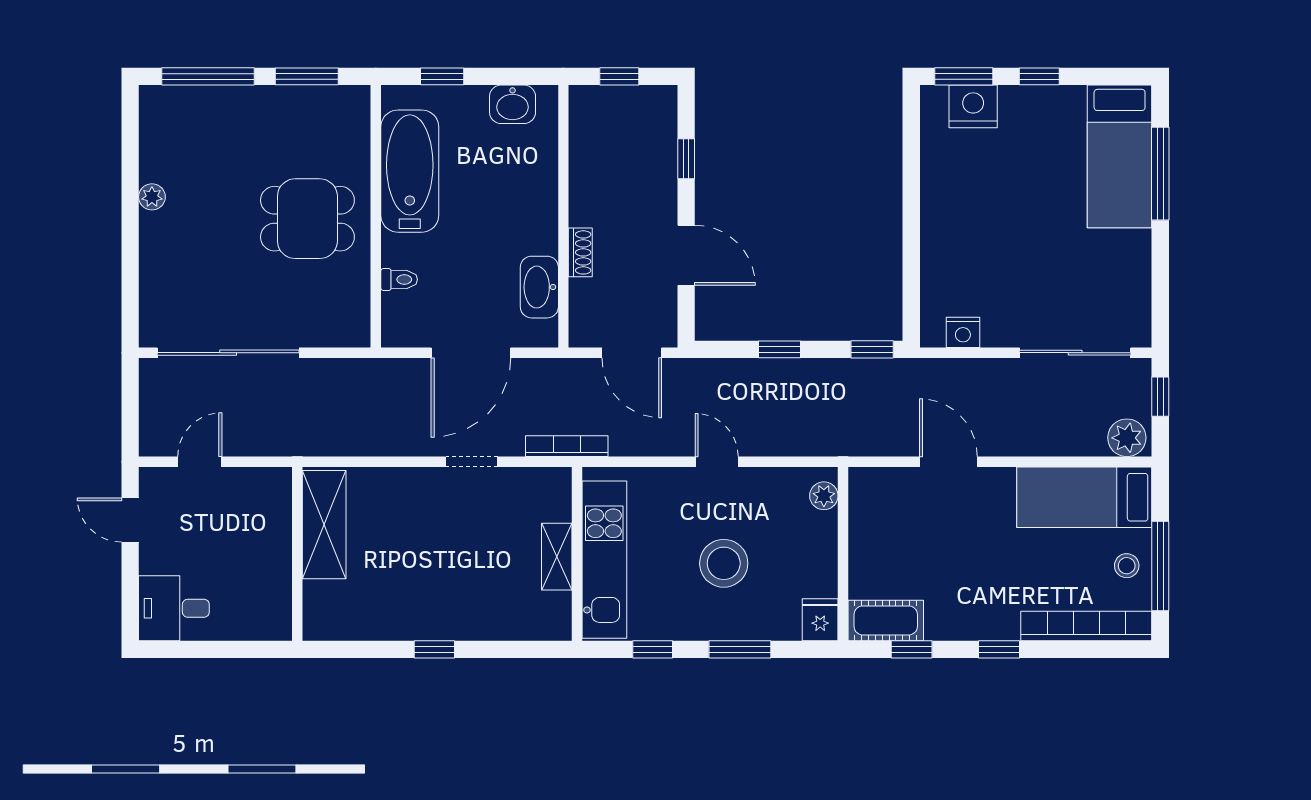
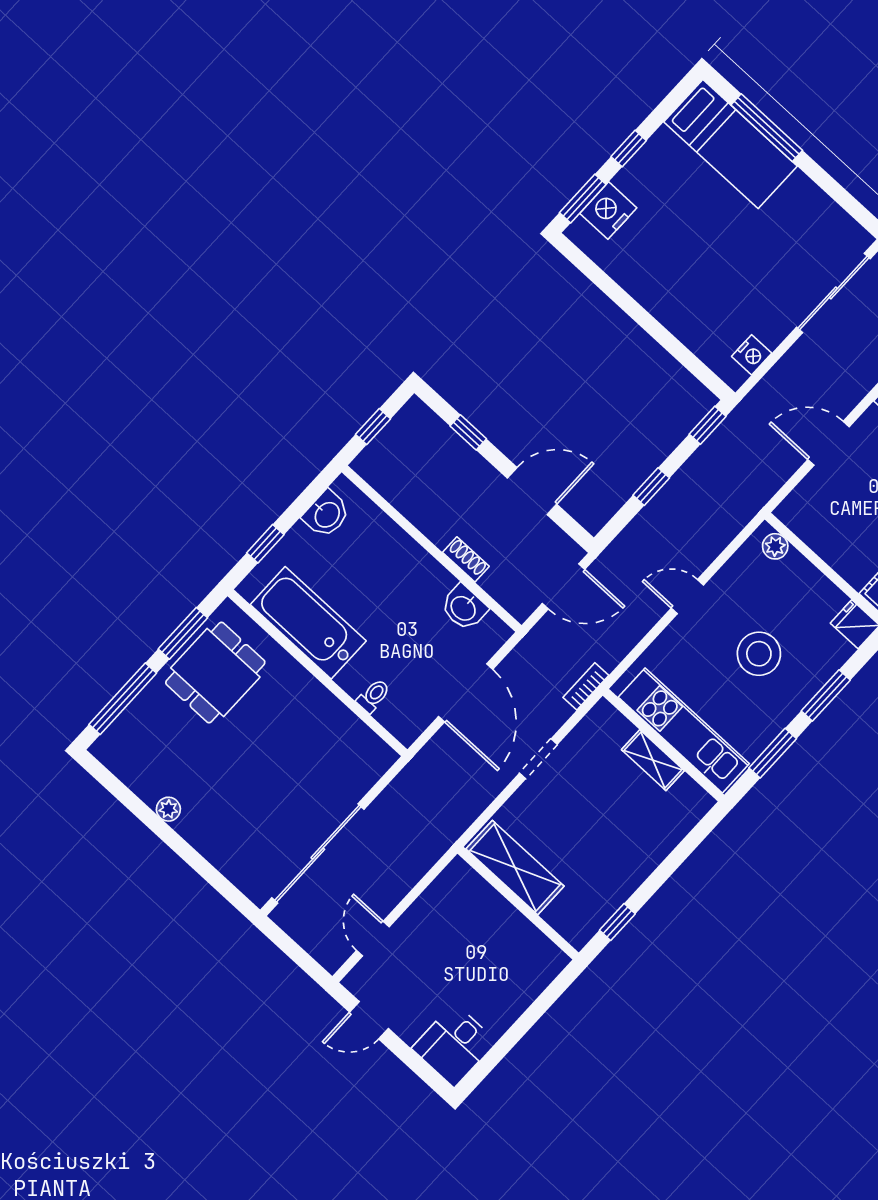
dining table: (307, 219) -> (215, 673), moved
washbasin: (539, 287) -> (464, 608), width x0.72
bookcase: (567, 446) -> (586, 686), width x0.64
shelving: (324, 525) -> (515, 868), moved
wall: (297, 554) -> (518, 903), moved
window: (434, 649) -> (617, 922), moved
window: (653, 649) -> (773, 753), width x1.50

